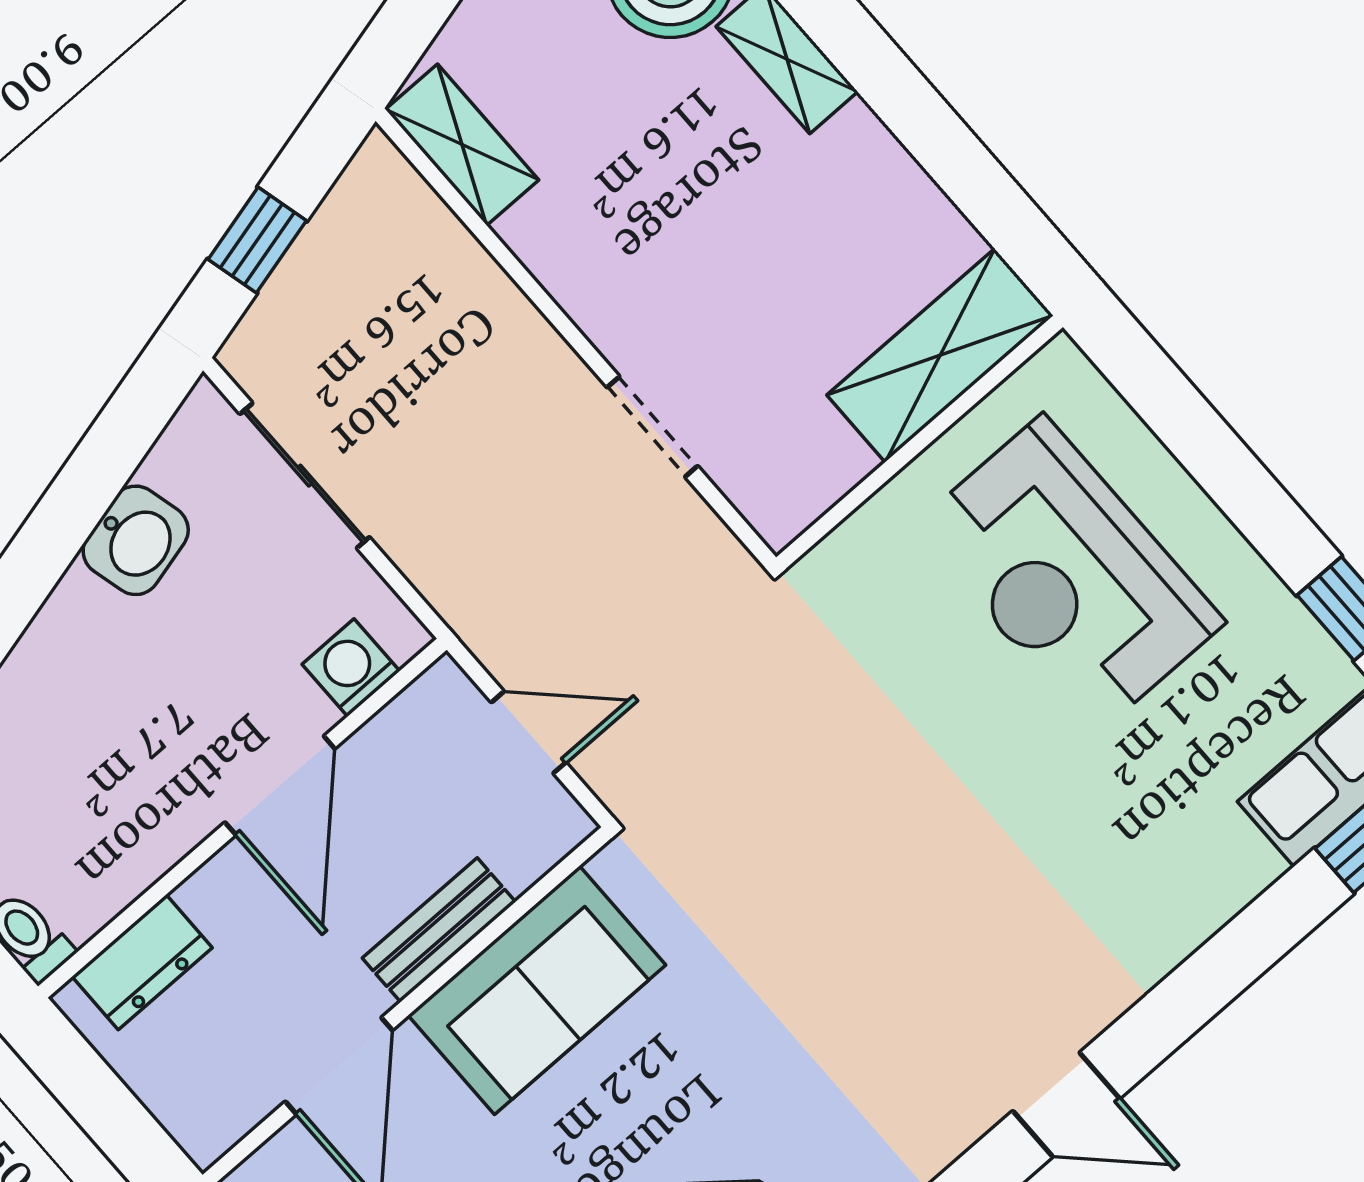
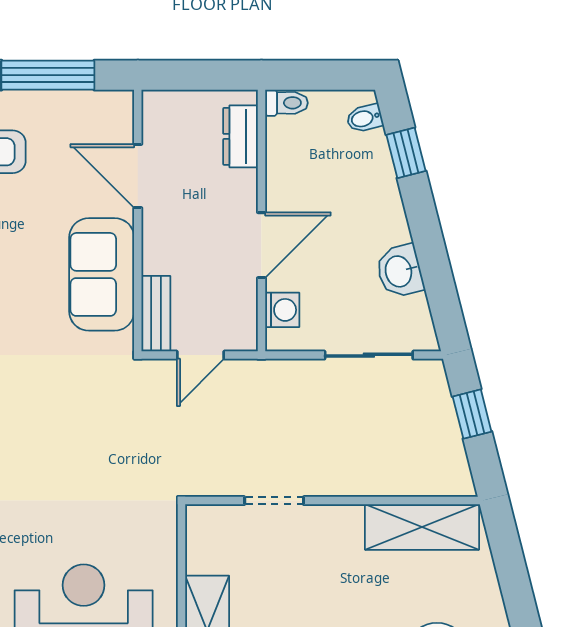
shelving: (462, 145) -> (422, 527), width x1.50, depth x1.33
door: (280, 785) -> (261, 245), swing flipped
bench: (439, 930) -> (156, 314), moved

